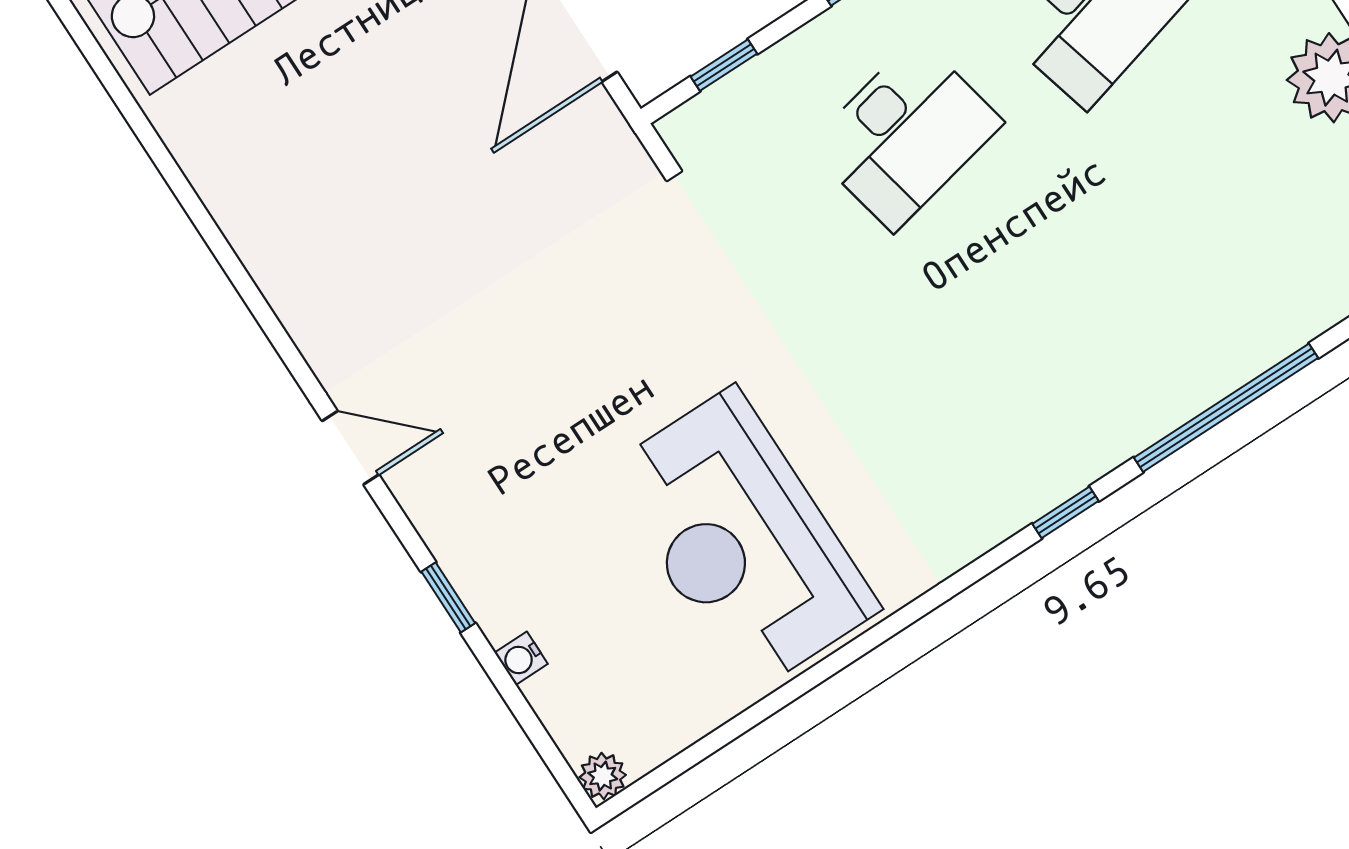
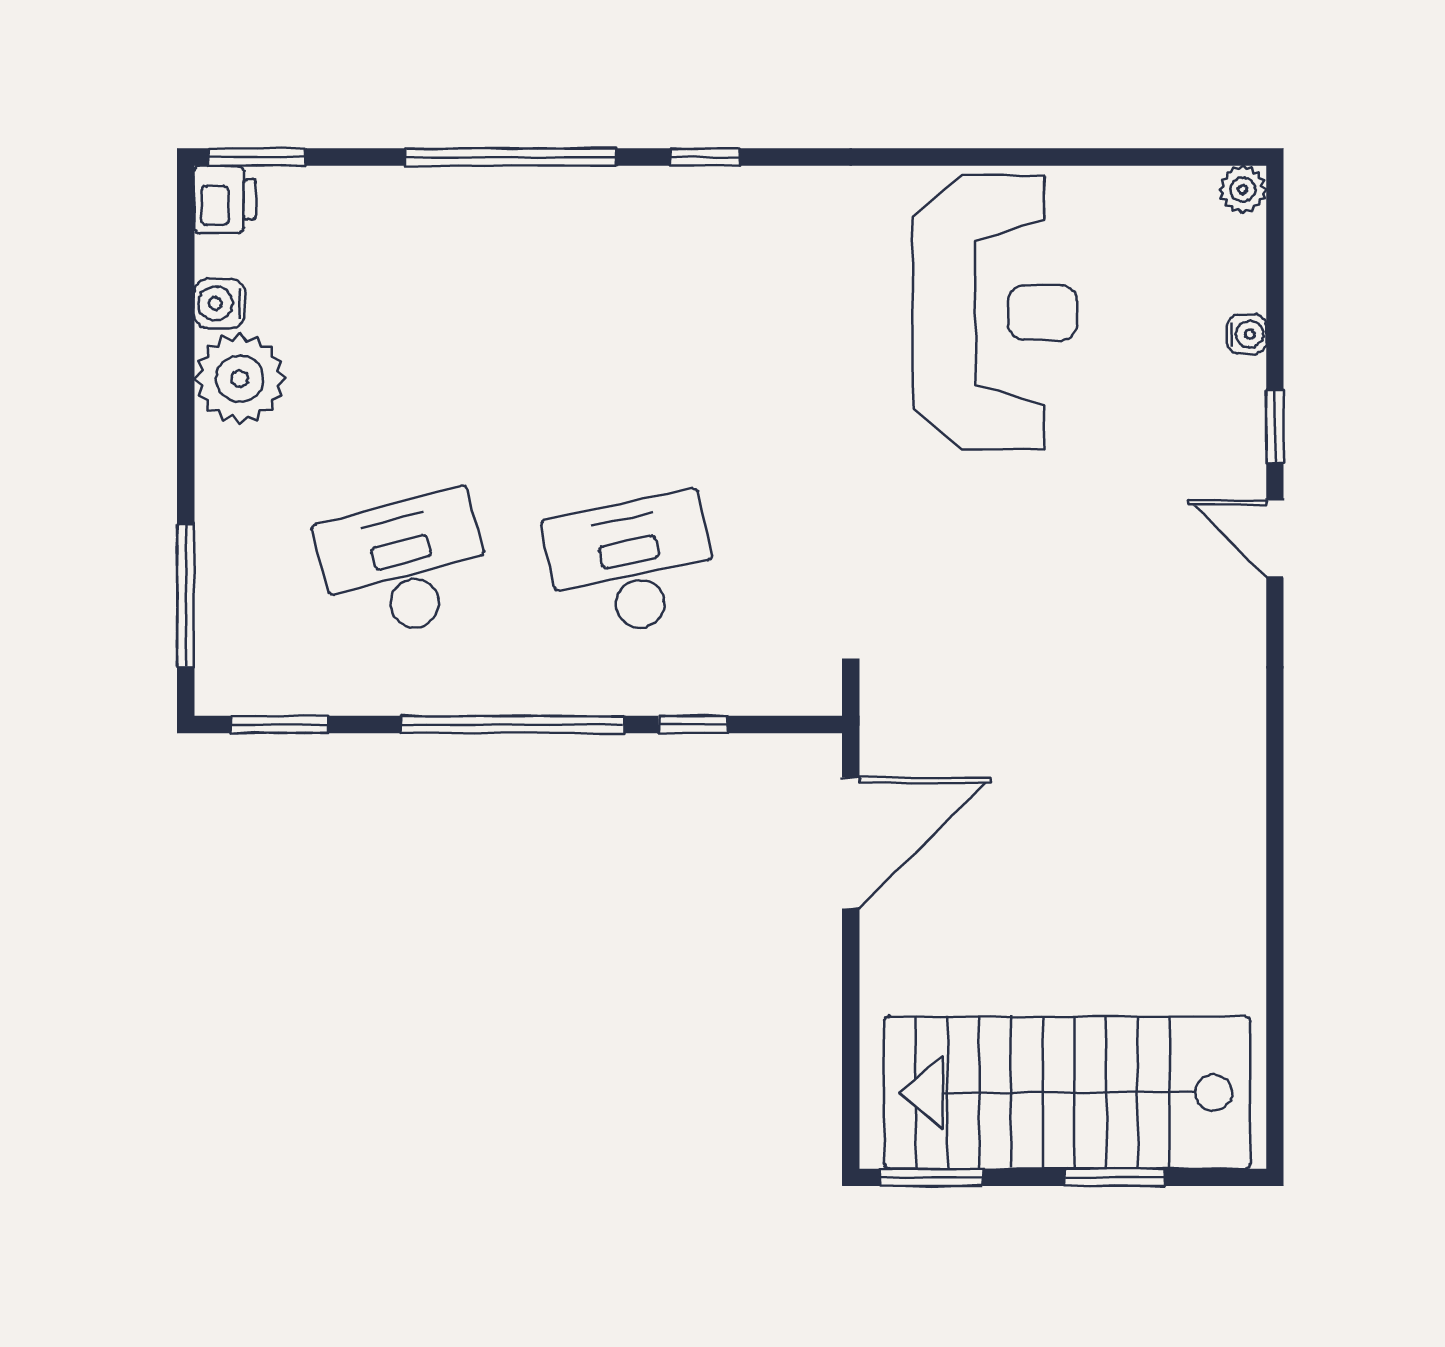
window: (724, 65) -> (693, 725), moved
door: (351, 448) -> (1275, 539), moved

